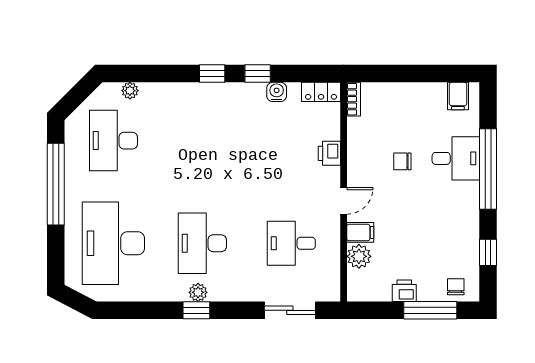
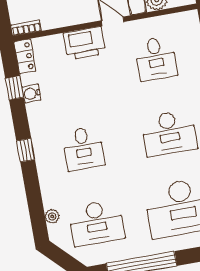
window: (258, 73) -> (15, 88), moved
desk: (202, 141) -> (83, 148), added
printer: (329, 153) -> (85, 43), width x1.87, depth x1.48

